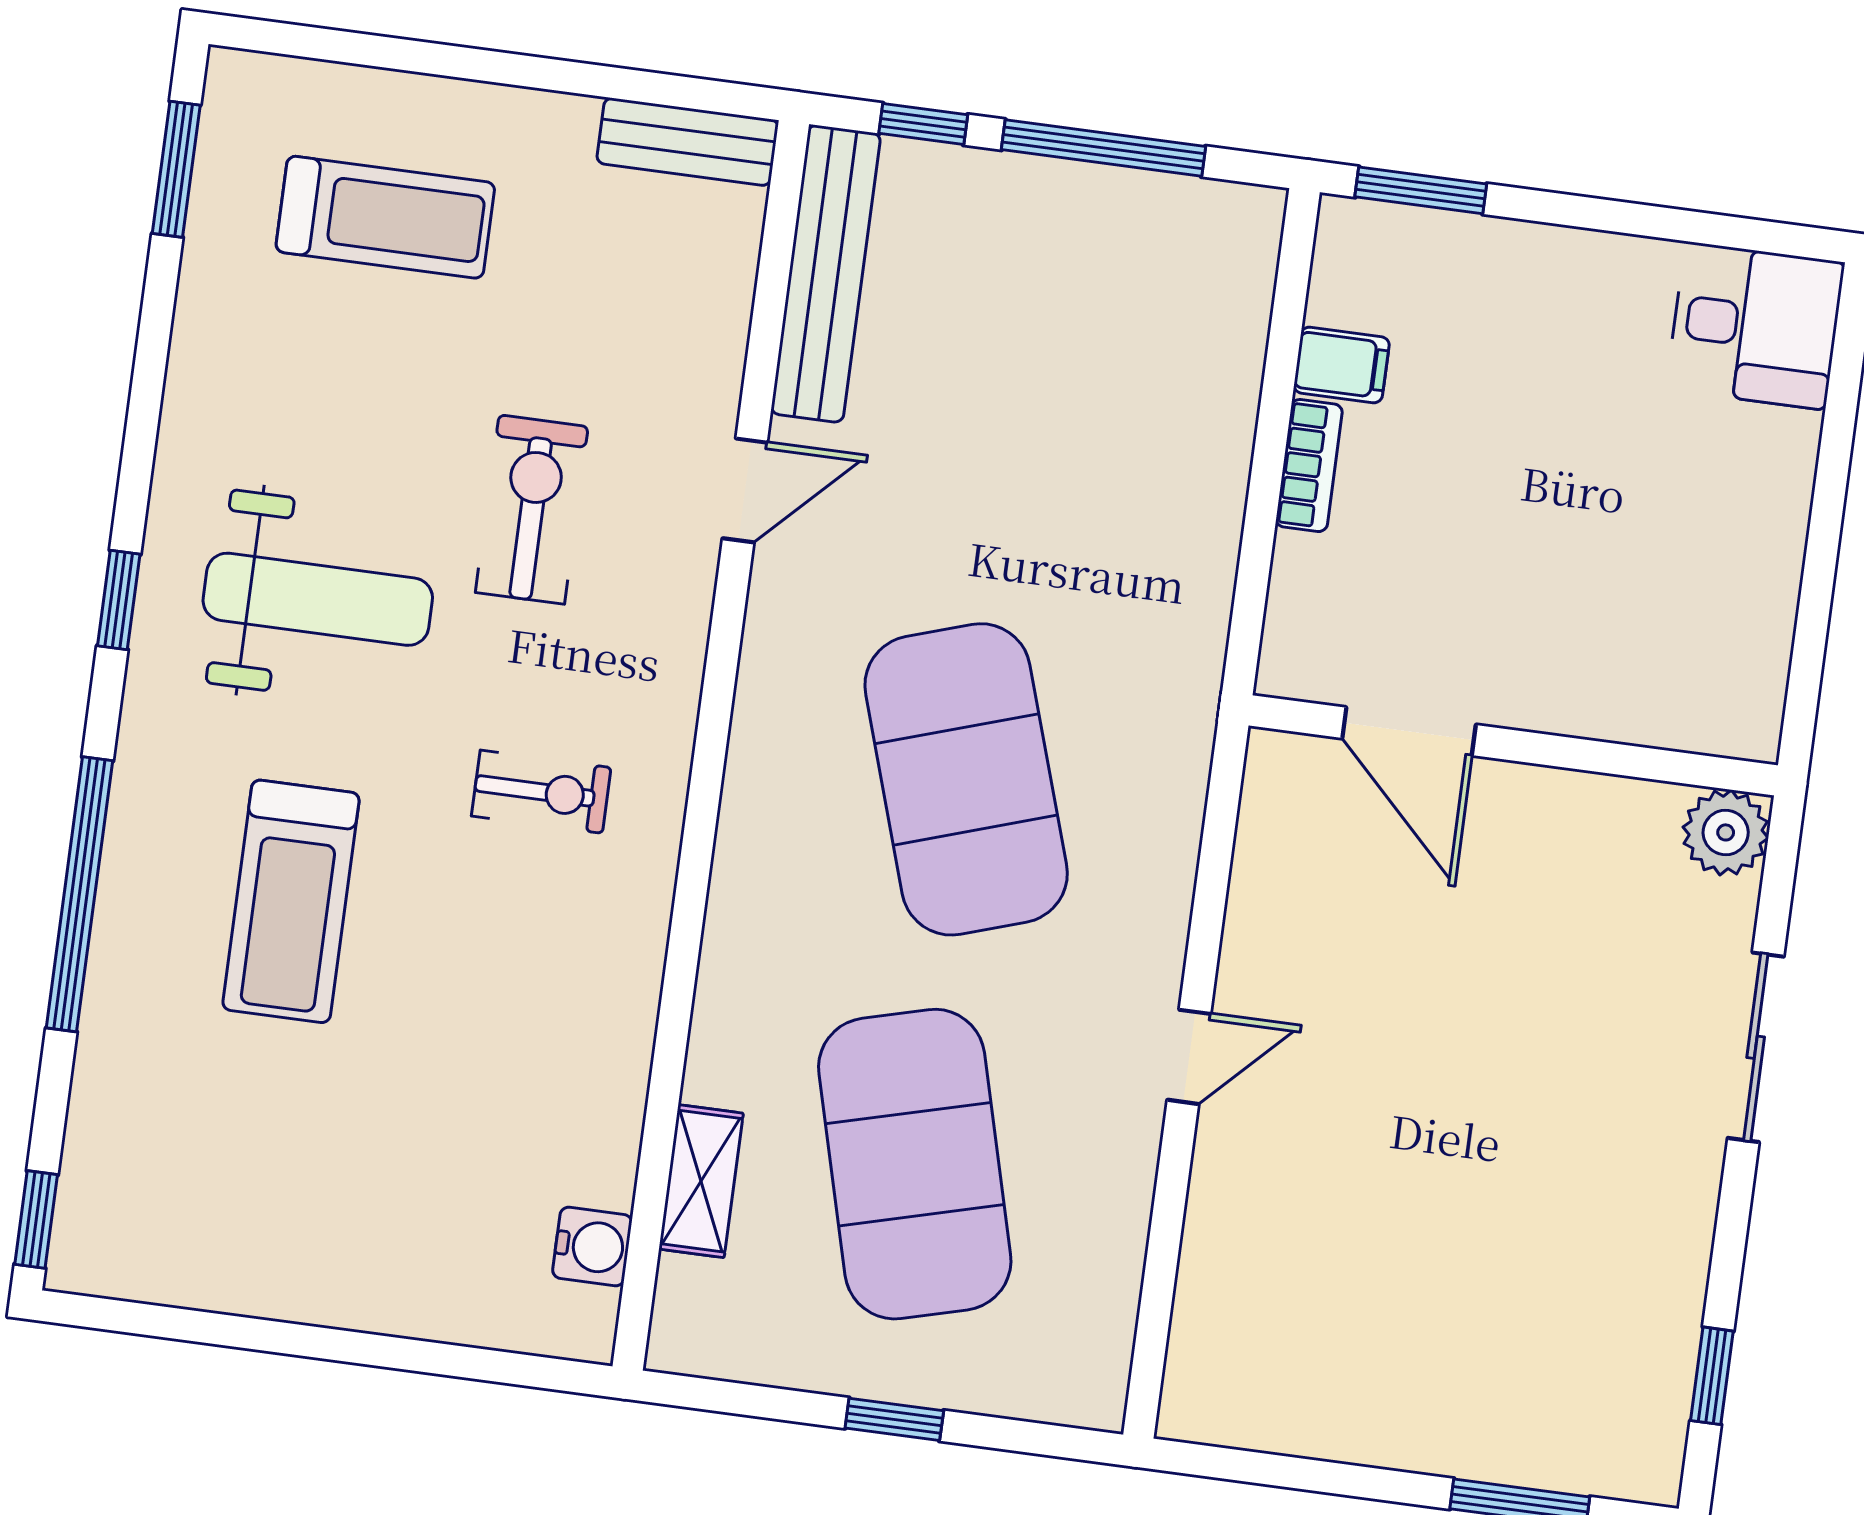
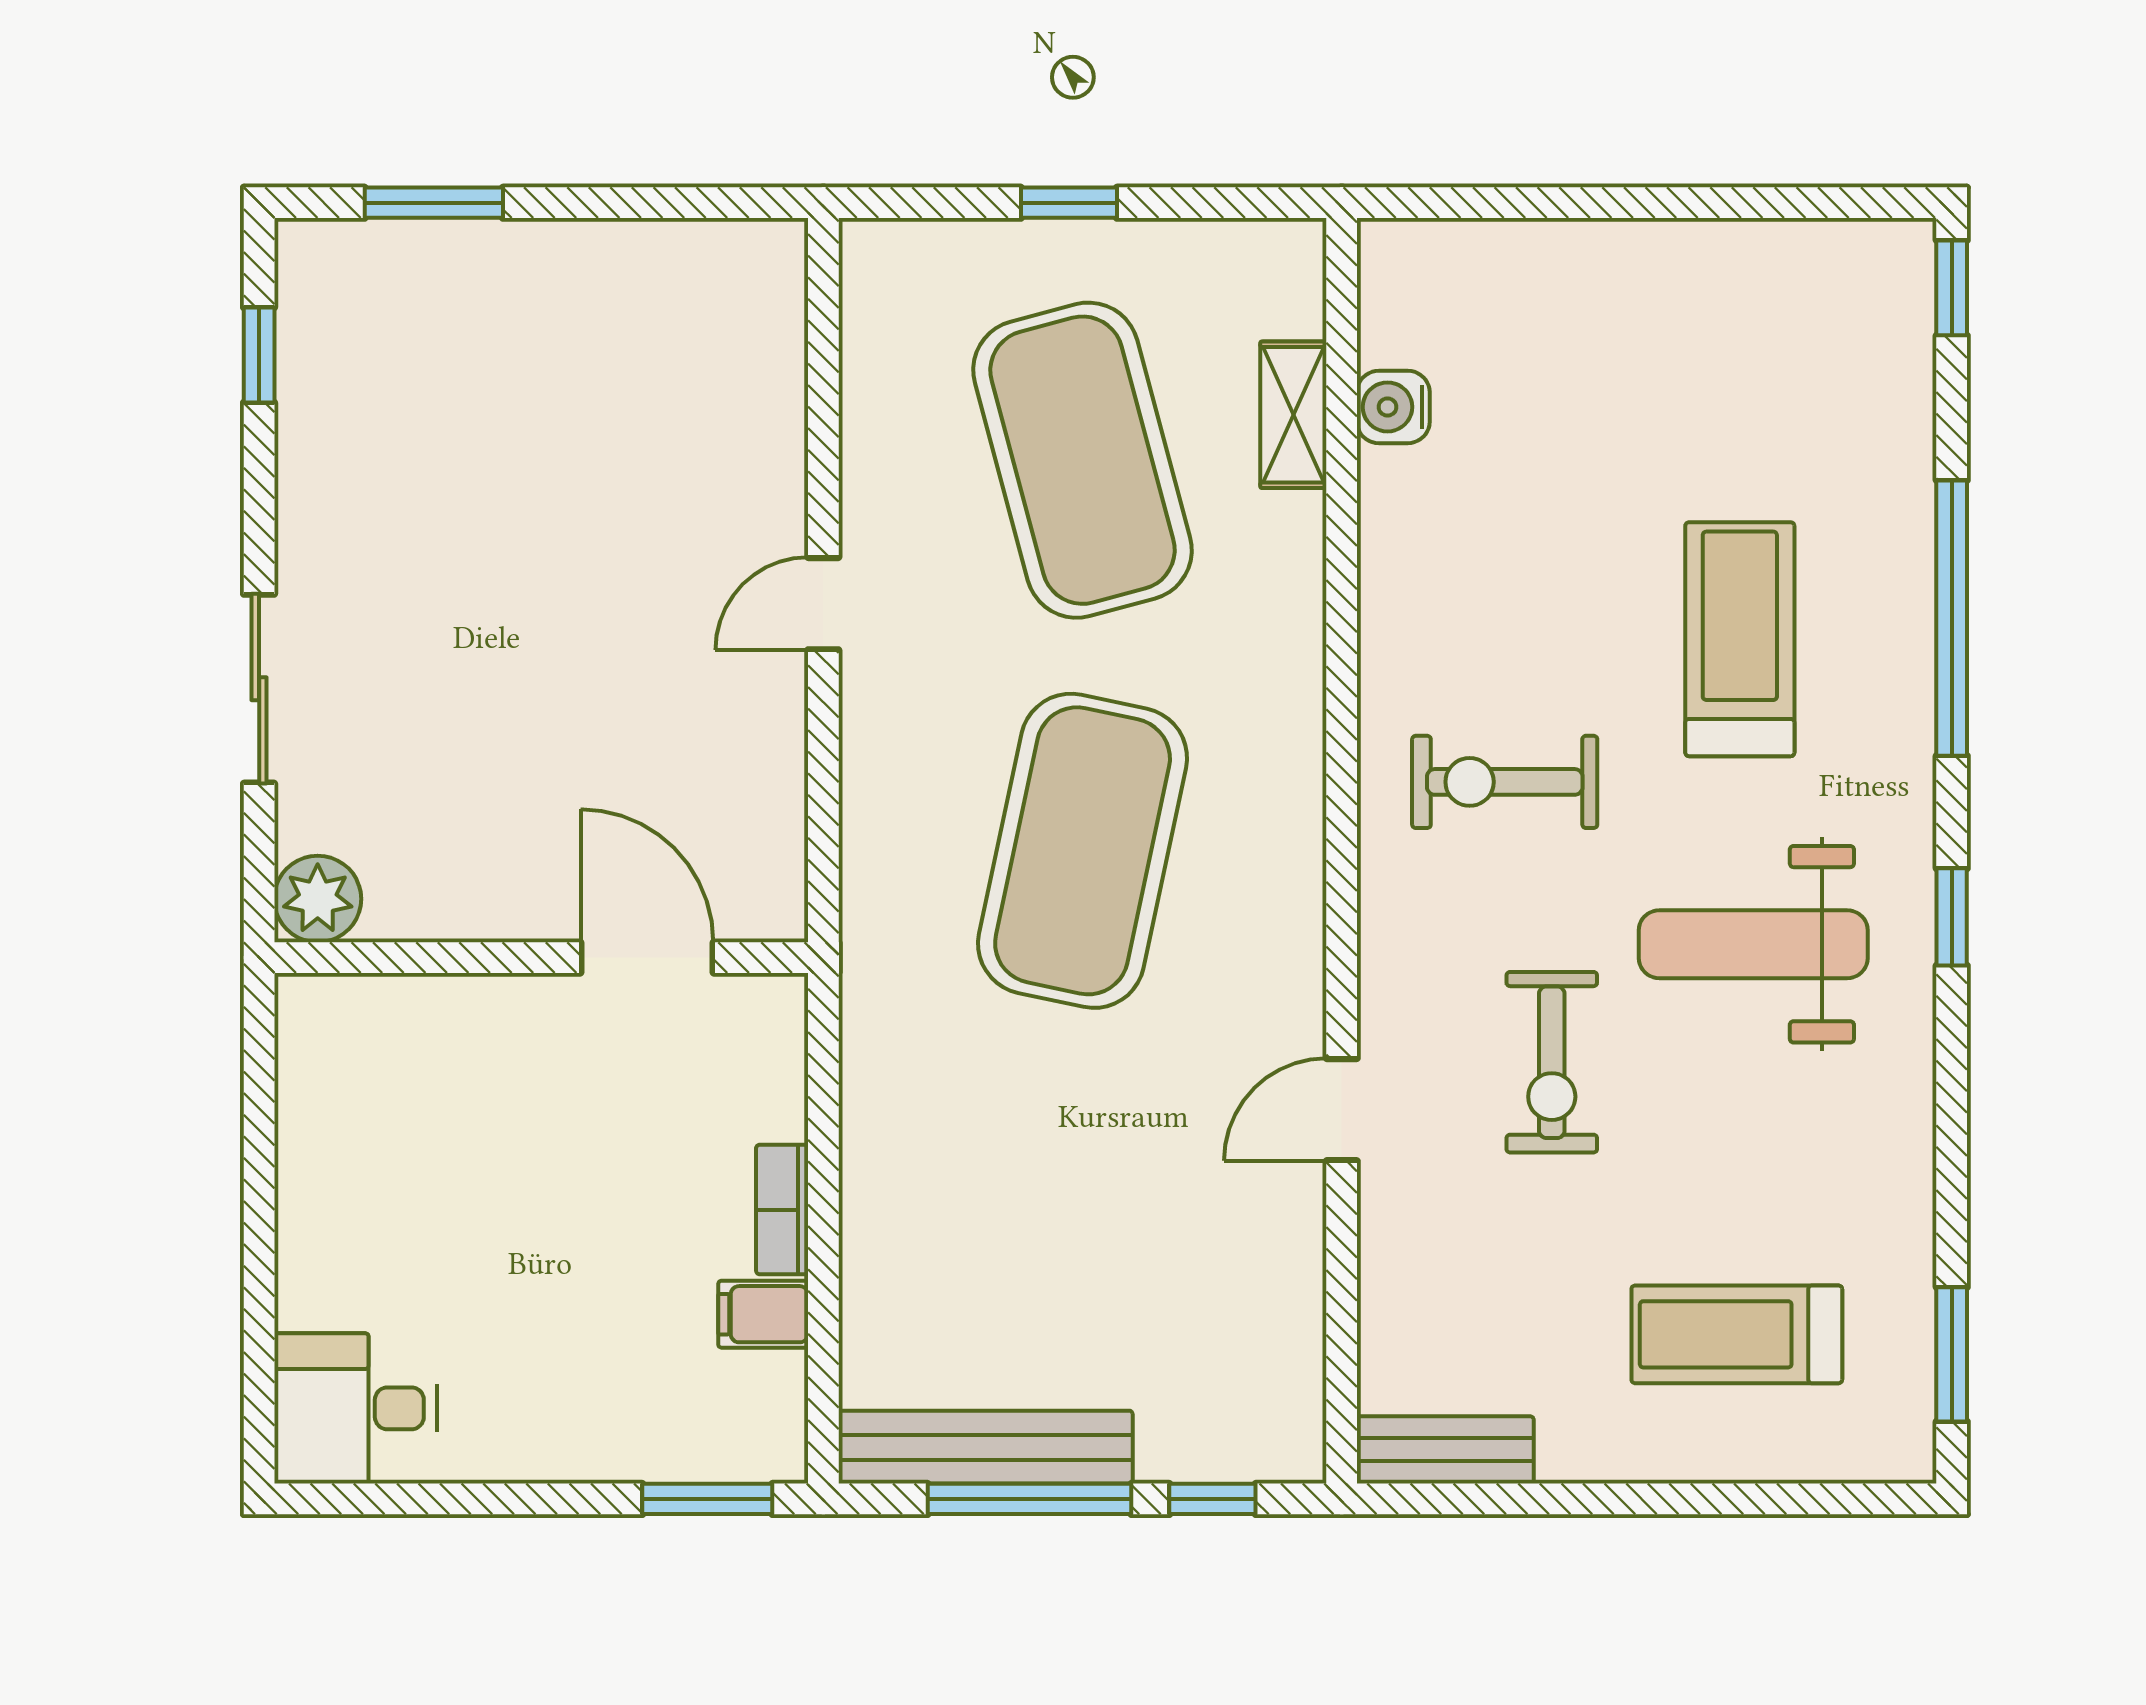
bench: (826, 274) -> (986, 1447), moved, turned 90
exercise mat: (966, 779) -> (1083, 851), turned 30
exercise bike: (541, 792) -> (1505, 782), width x1.38, depth x1.39
water cooler: (592, 1246) -> (1393, 407), moved

